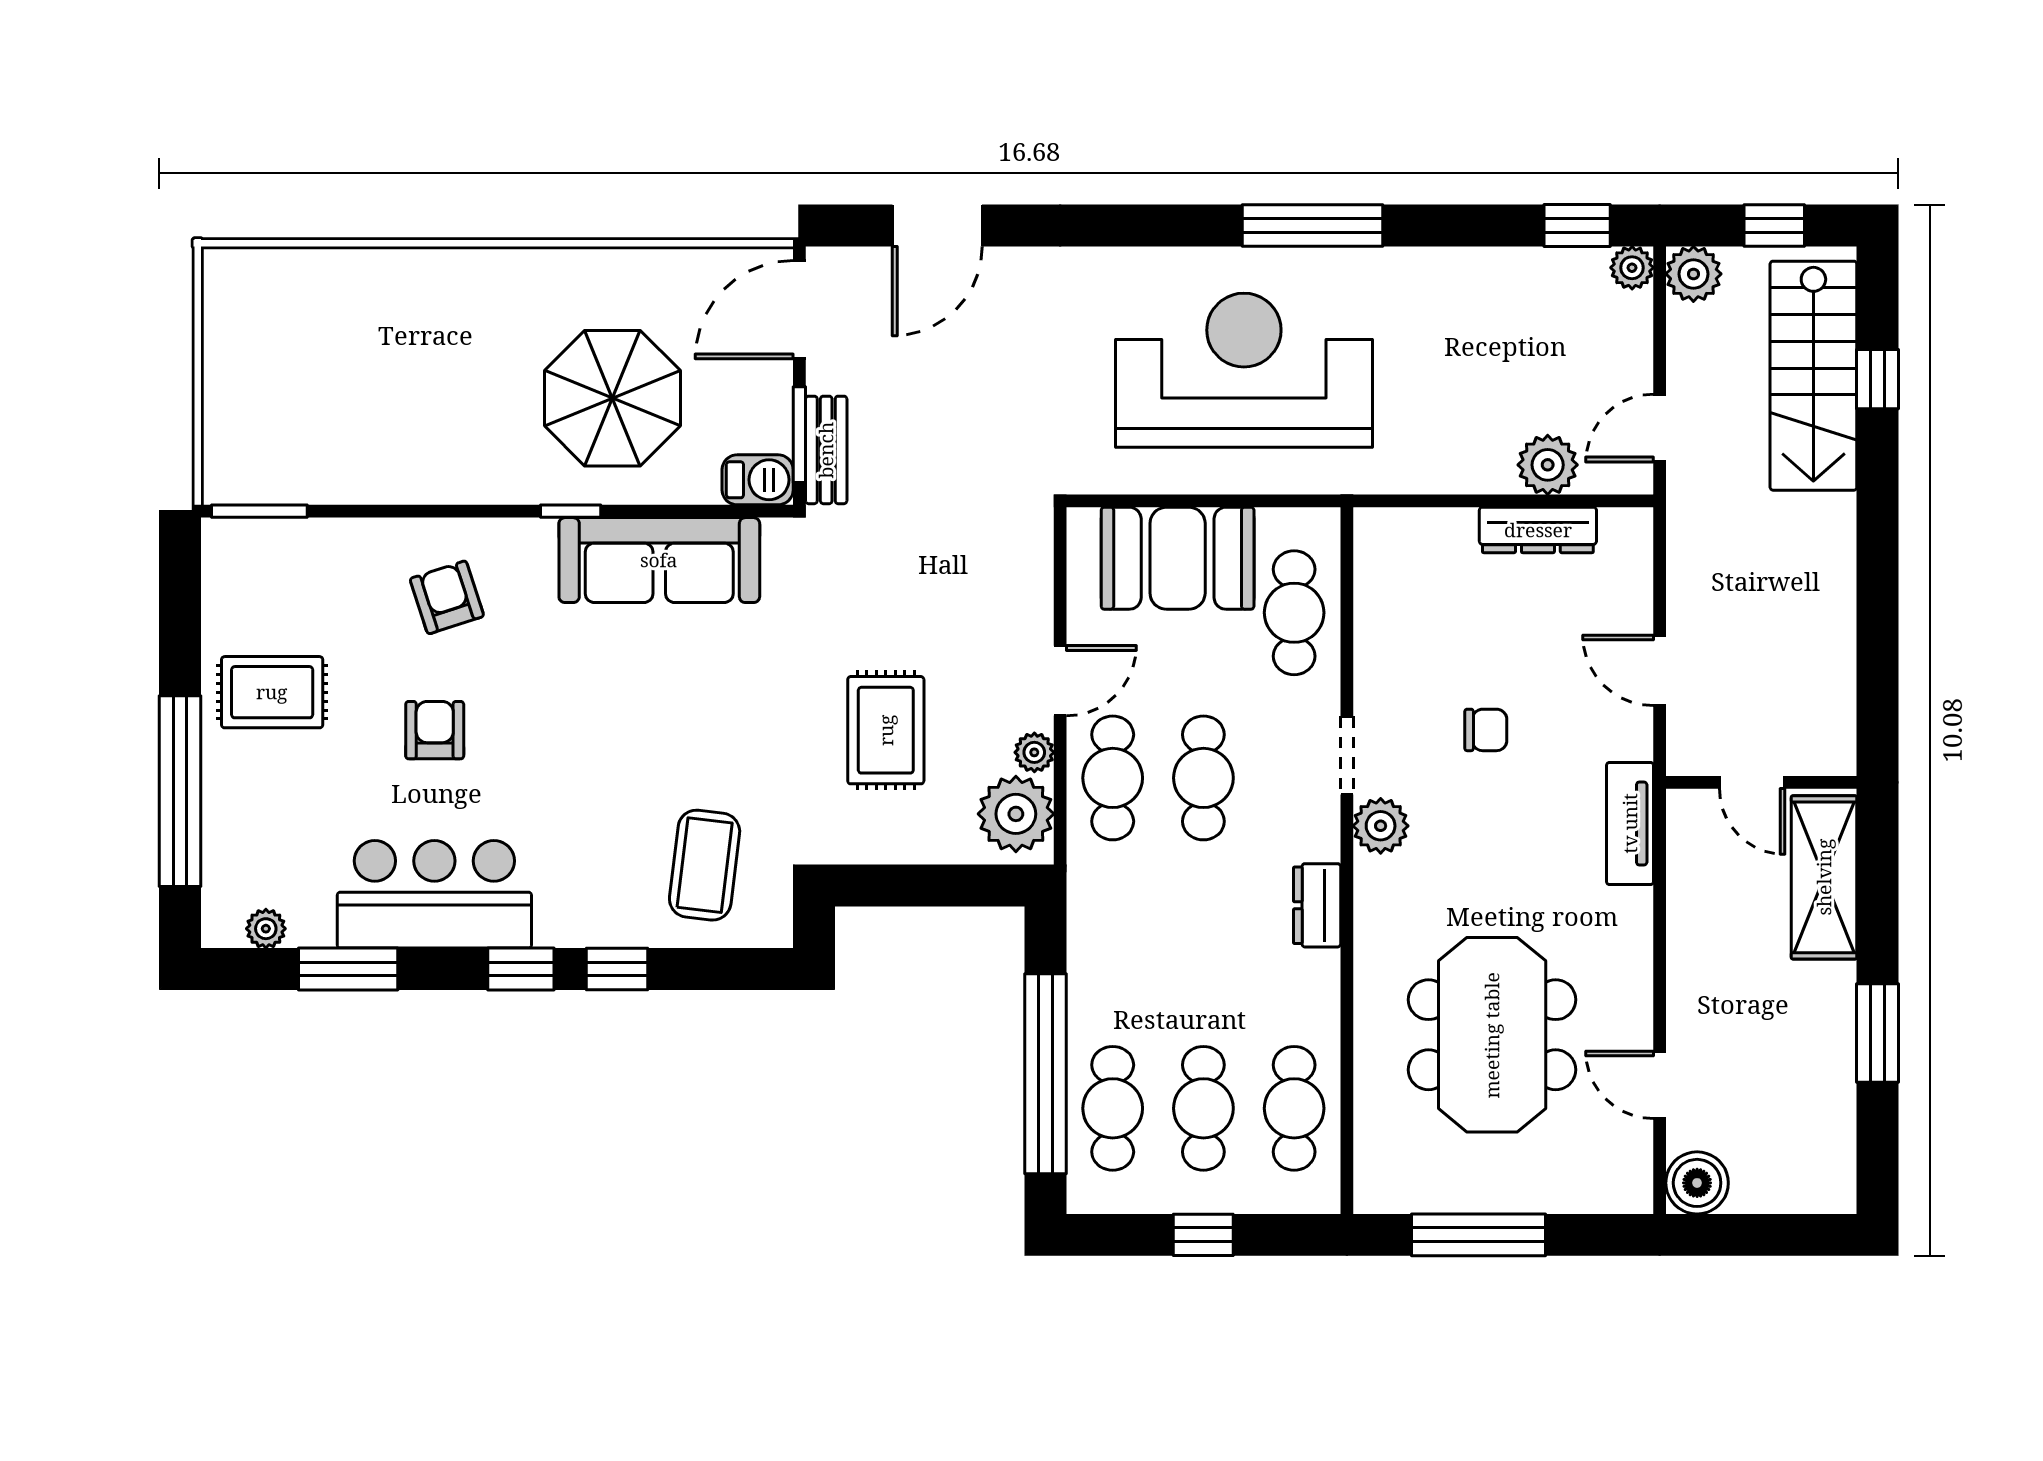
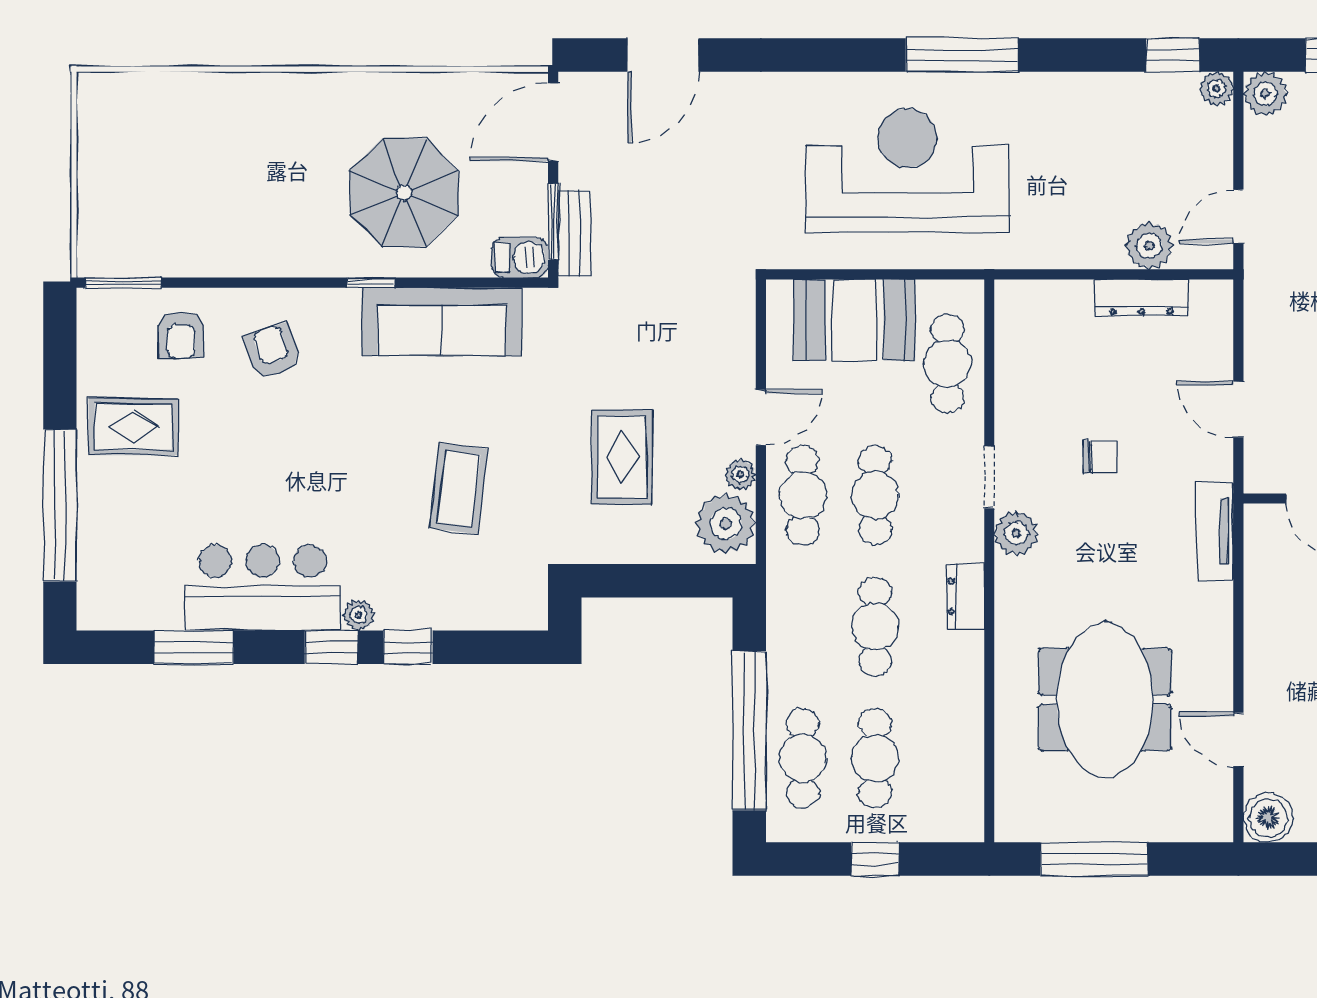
armchair: (435, 730) -> (181, 335), moved, turned 180
coffee table: (705, 865) -> (458, 489), moved
plant: (266, 929) -> (359, 615), moved
cafe table: (1294, 1108) -> (875, 627), moved

